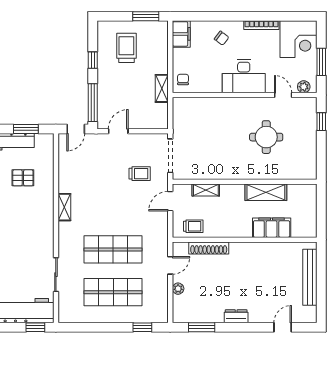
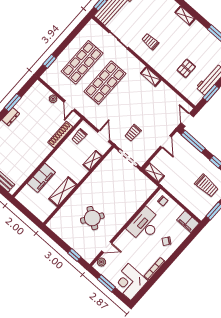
desk: (244, 76) -> (145, 225), moved
shelving: (162, 88) -> (154, 173), moved
round table: (266, 137) -> (92, 218), turned 34
trolley: (28, 240) -> (150, 42), added
window: (202, 327) -> (13, 103), moved

